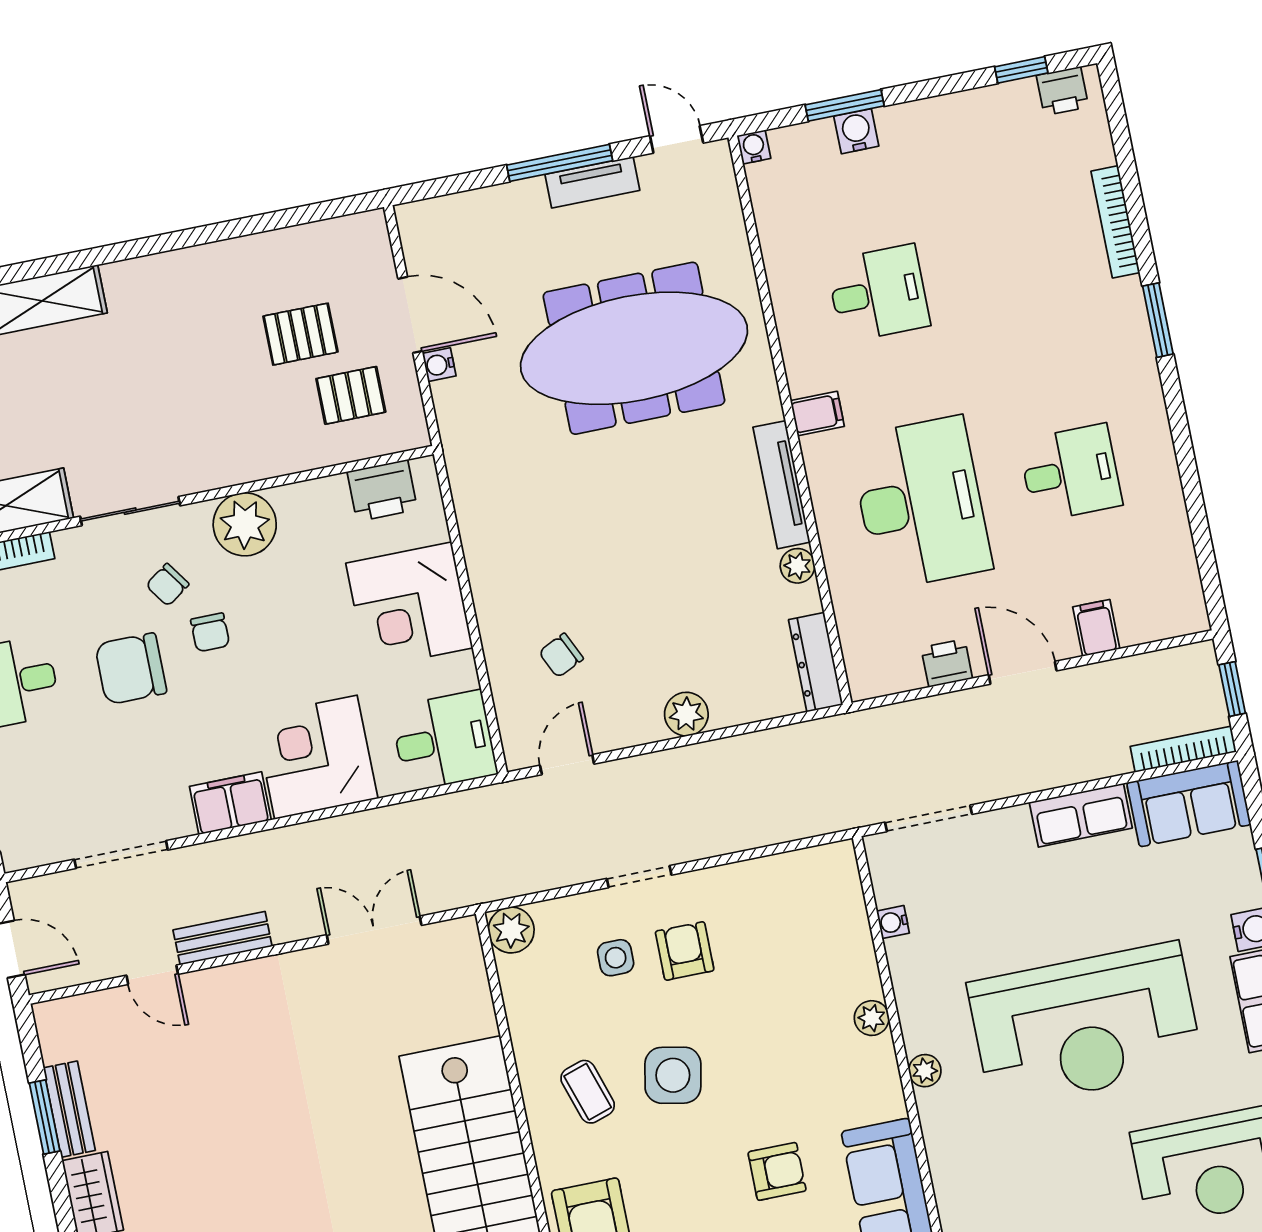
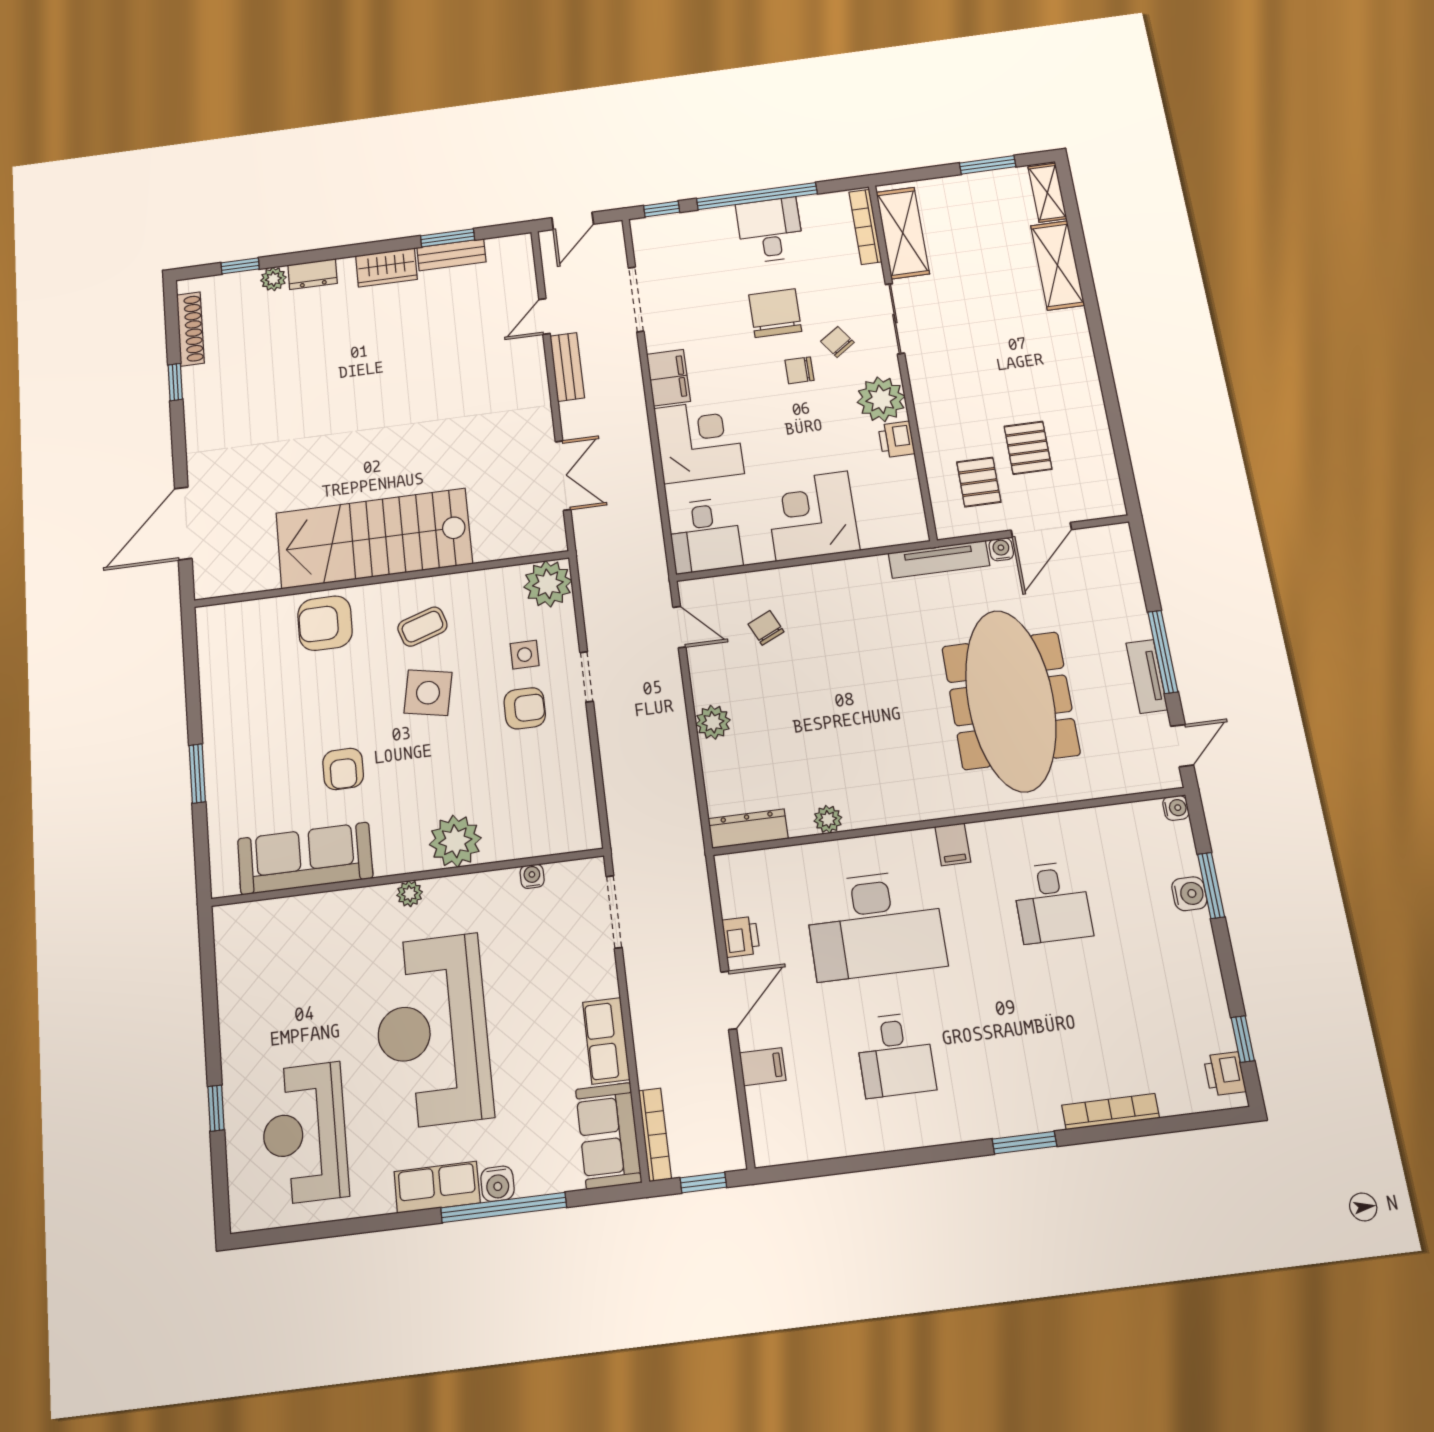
tv unit: (782, 485) -> (939, 559), moved, turned 180
printer: (382, 491) -> (896, 439), moved, width x0.73, depth x0.81
plant: (511, 930) -> (548, 584), width x1.36, depth x1.36
plant: (872, 1018) -> (455, 841), width x1.87, depth x1.87

